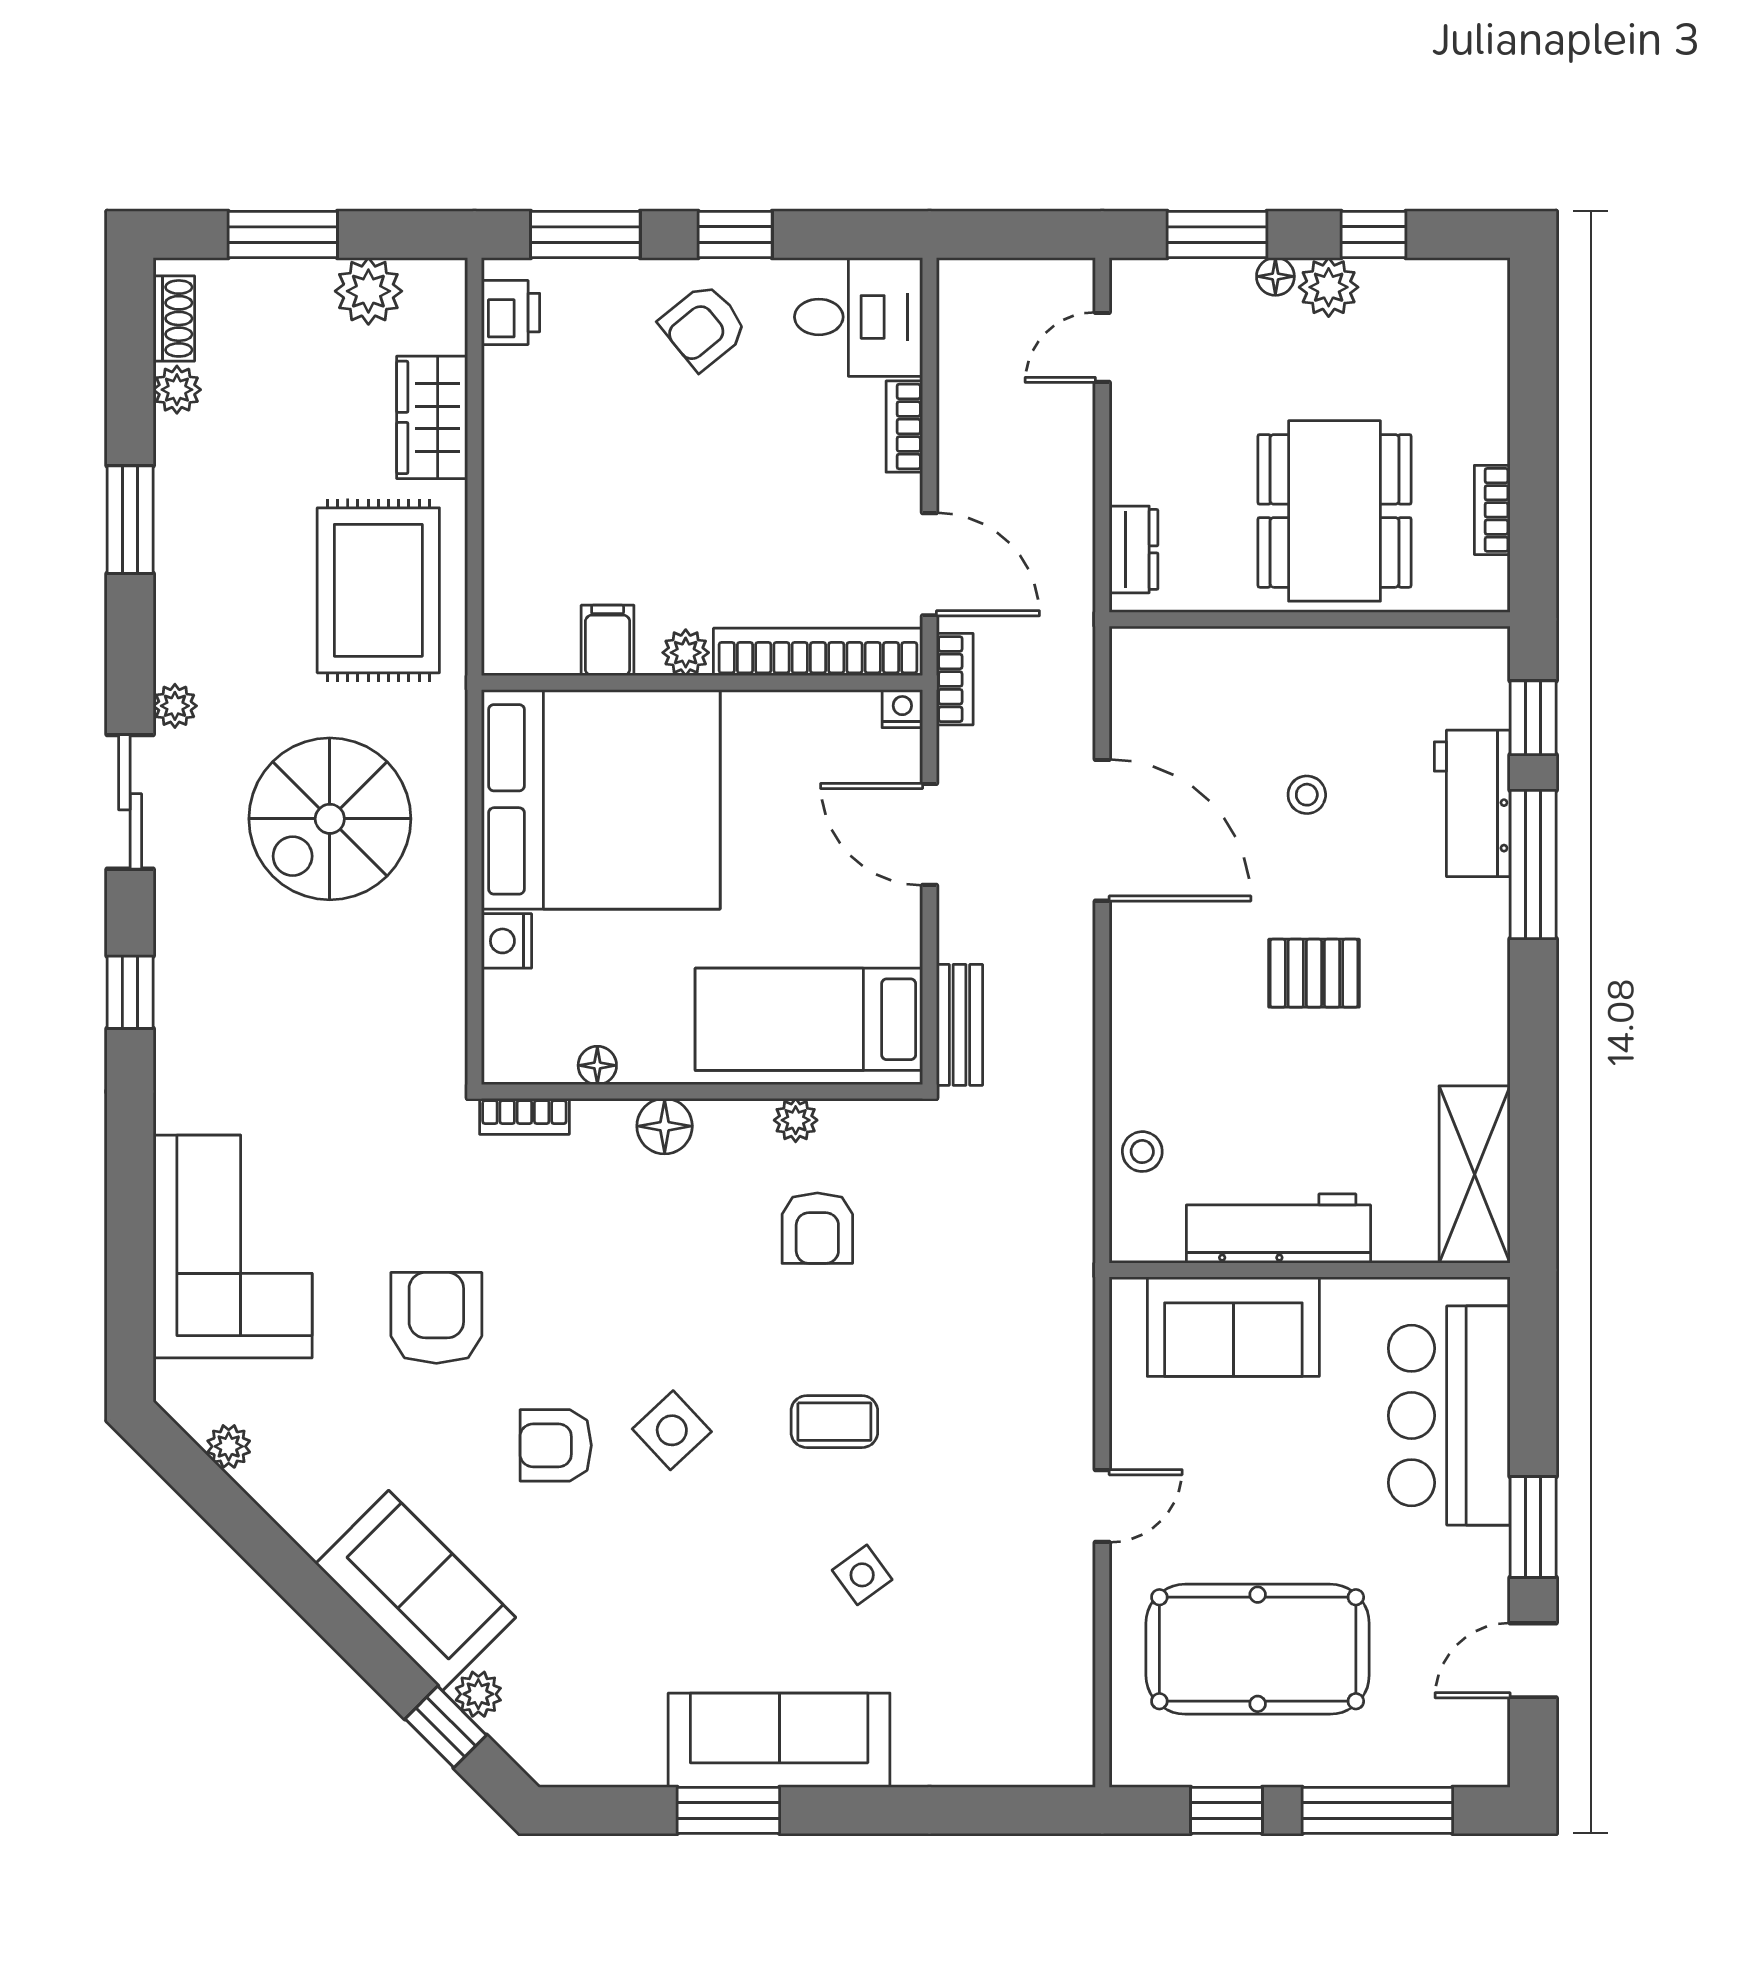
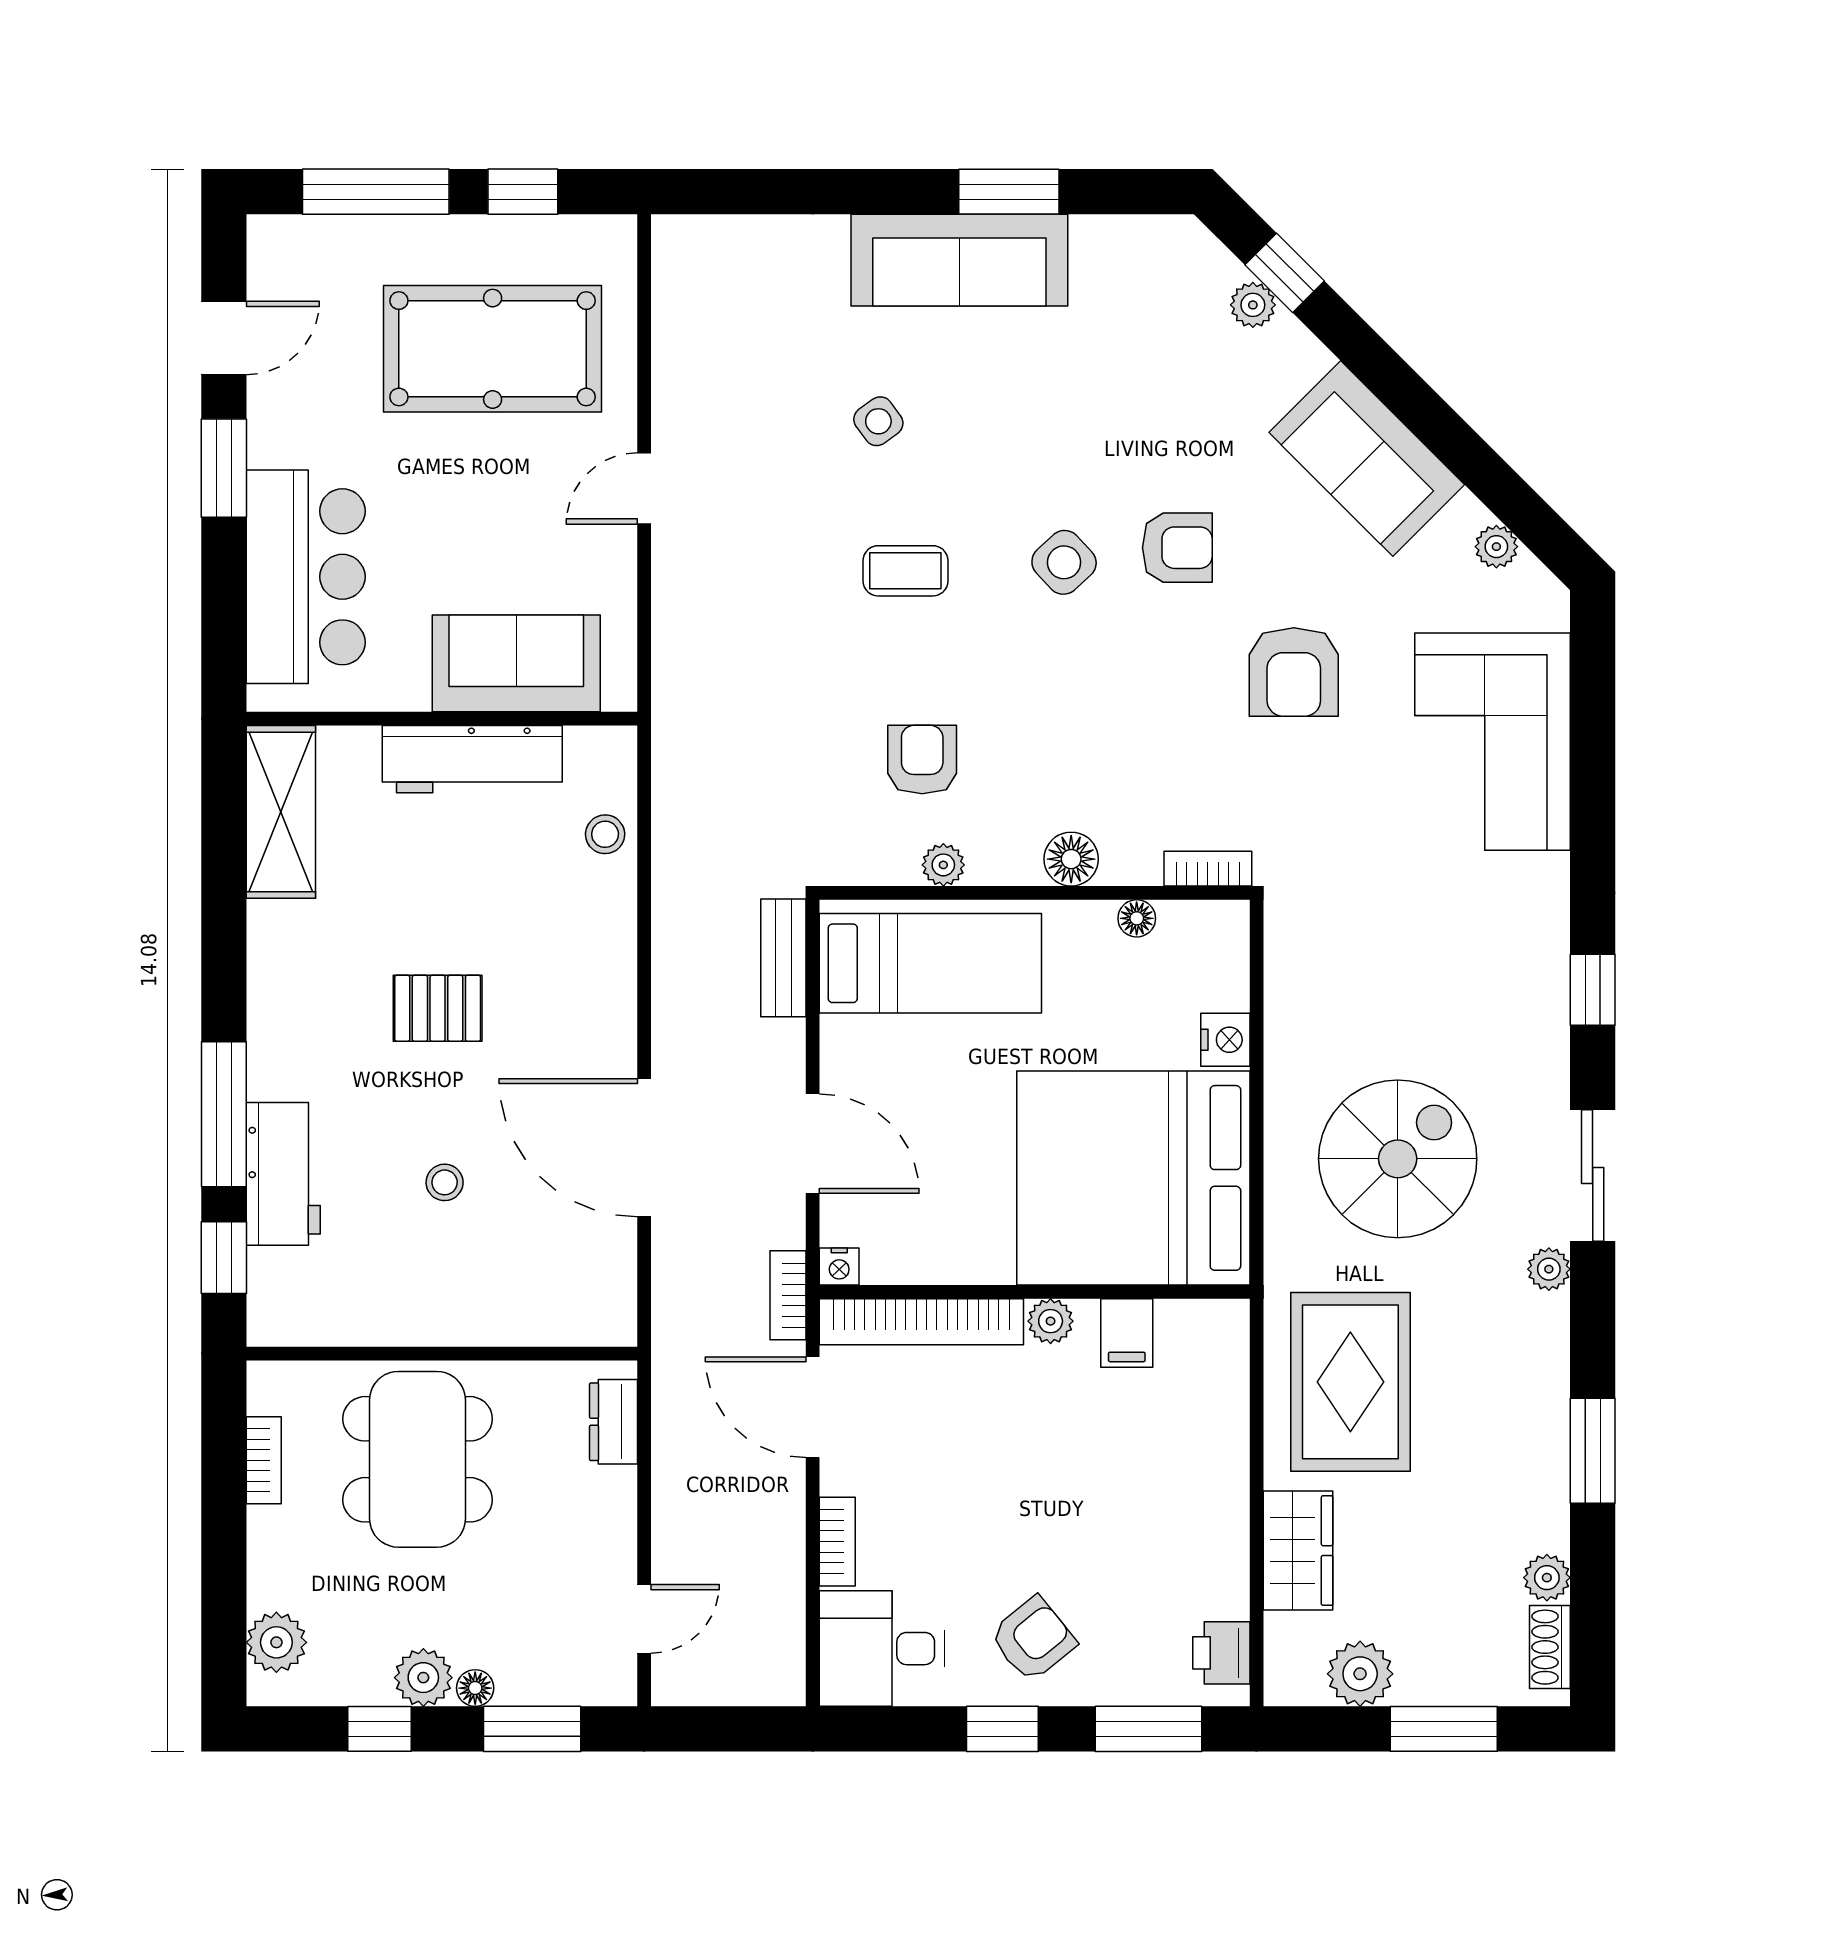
plant: (1479, 323) -> (276, 1642), added
sofa: (415, 1591) -> (1367, 459), moved

